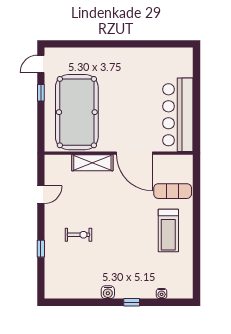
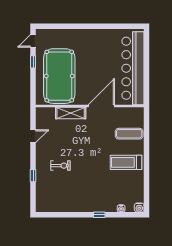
bar counter: (178, 115) -> (133, 68), width x1.36
door: (134, 153) -> (101, 106), swing flipped
treadmill: (168, 230) -> (126, 162), turned 90
water cooler: (108, 292) -> (139, 208), moved

